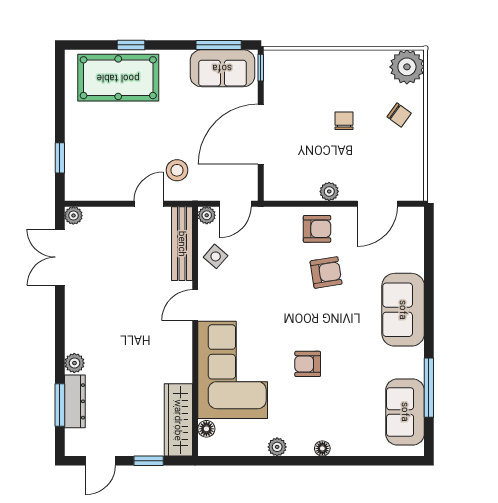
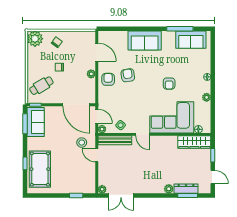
cafe table: (303, 81) -> (41, 86), added
door: (261, 134) -> (76, 105), moved

